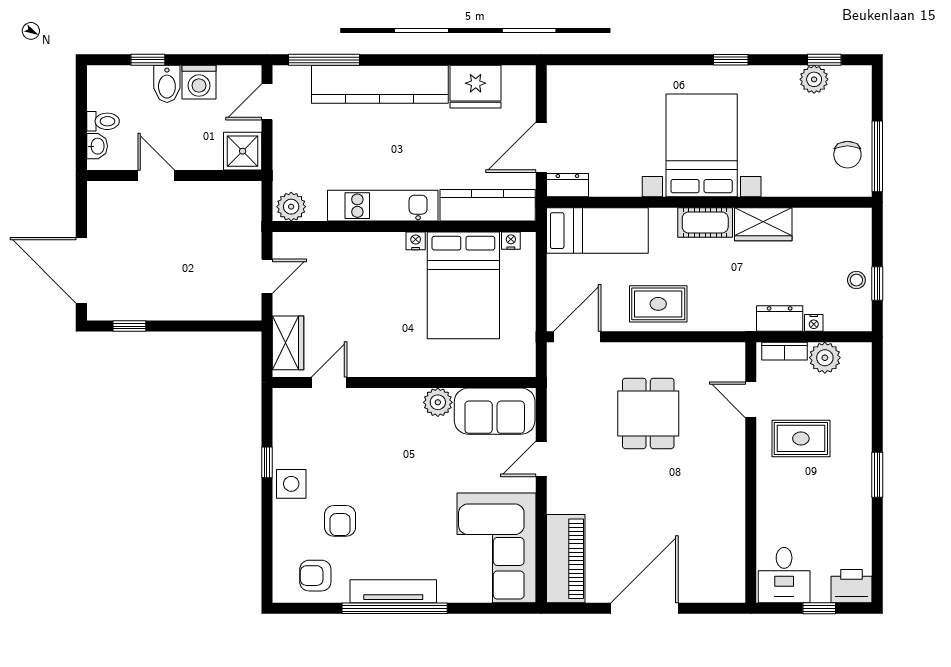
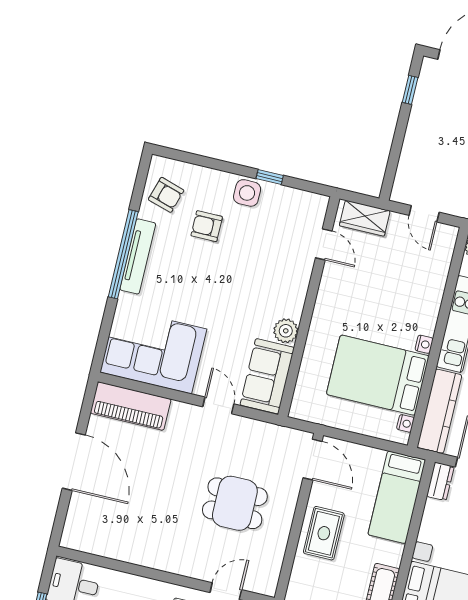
armchair: (315, 576) -> (166, 195), turned 107

